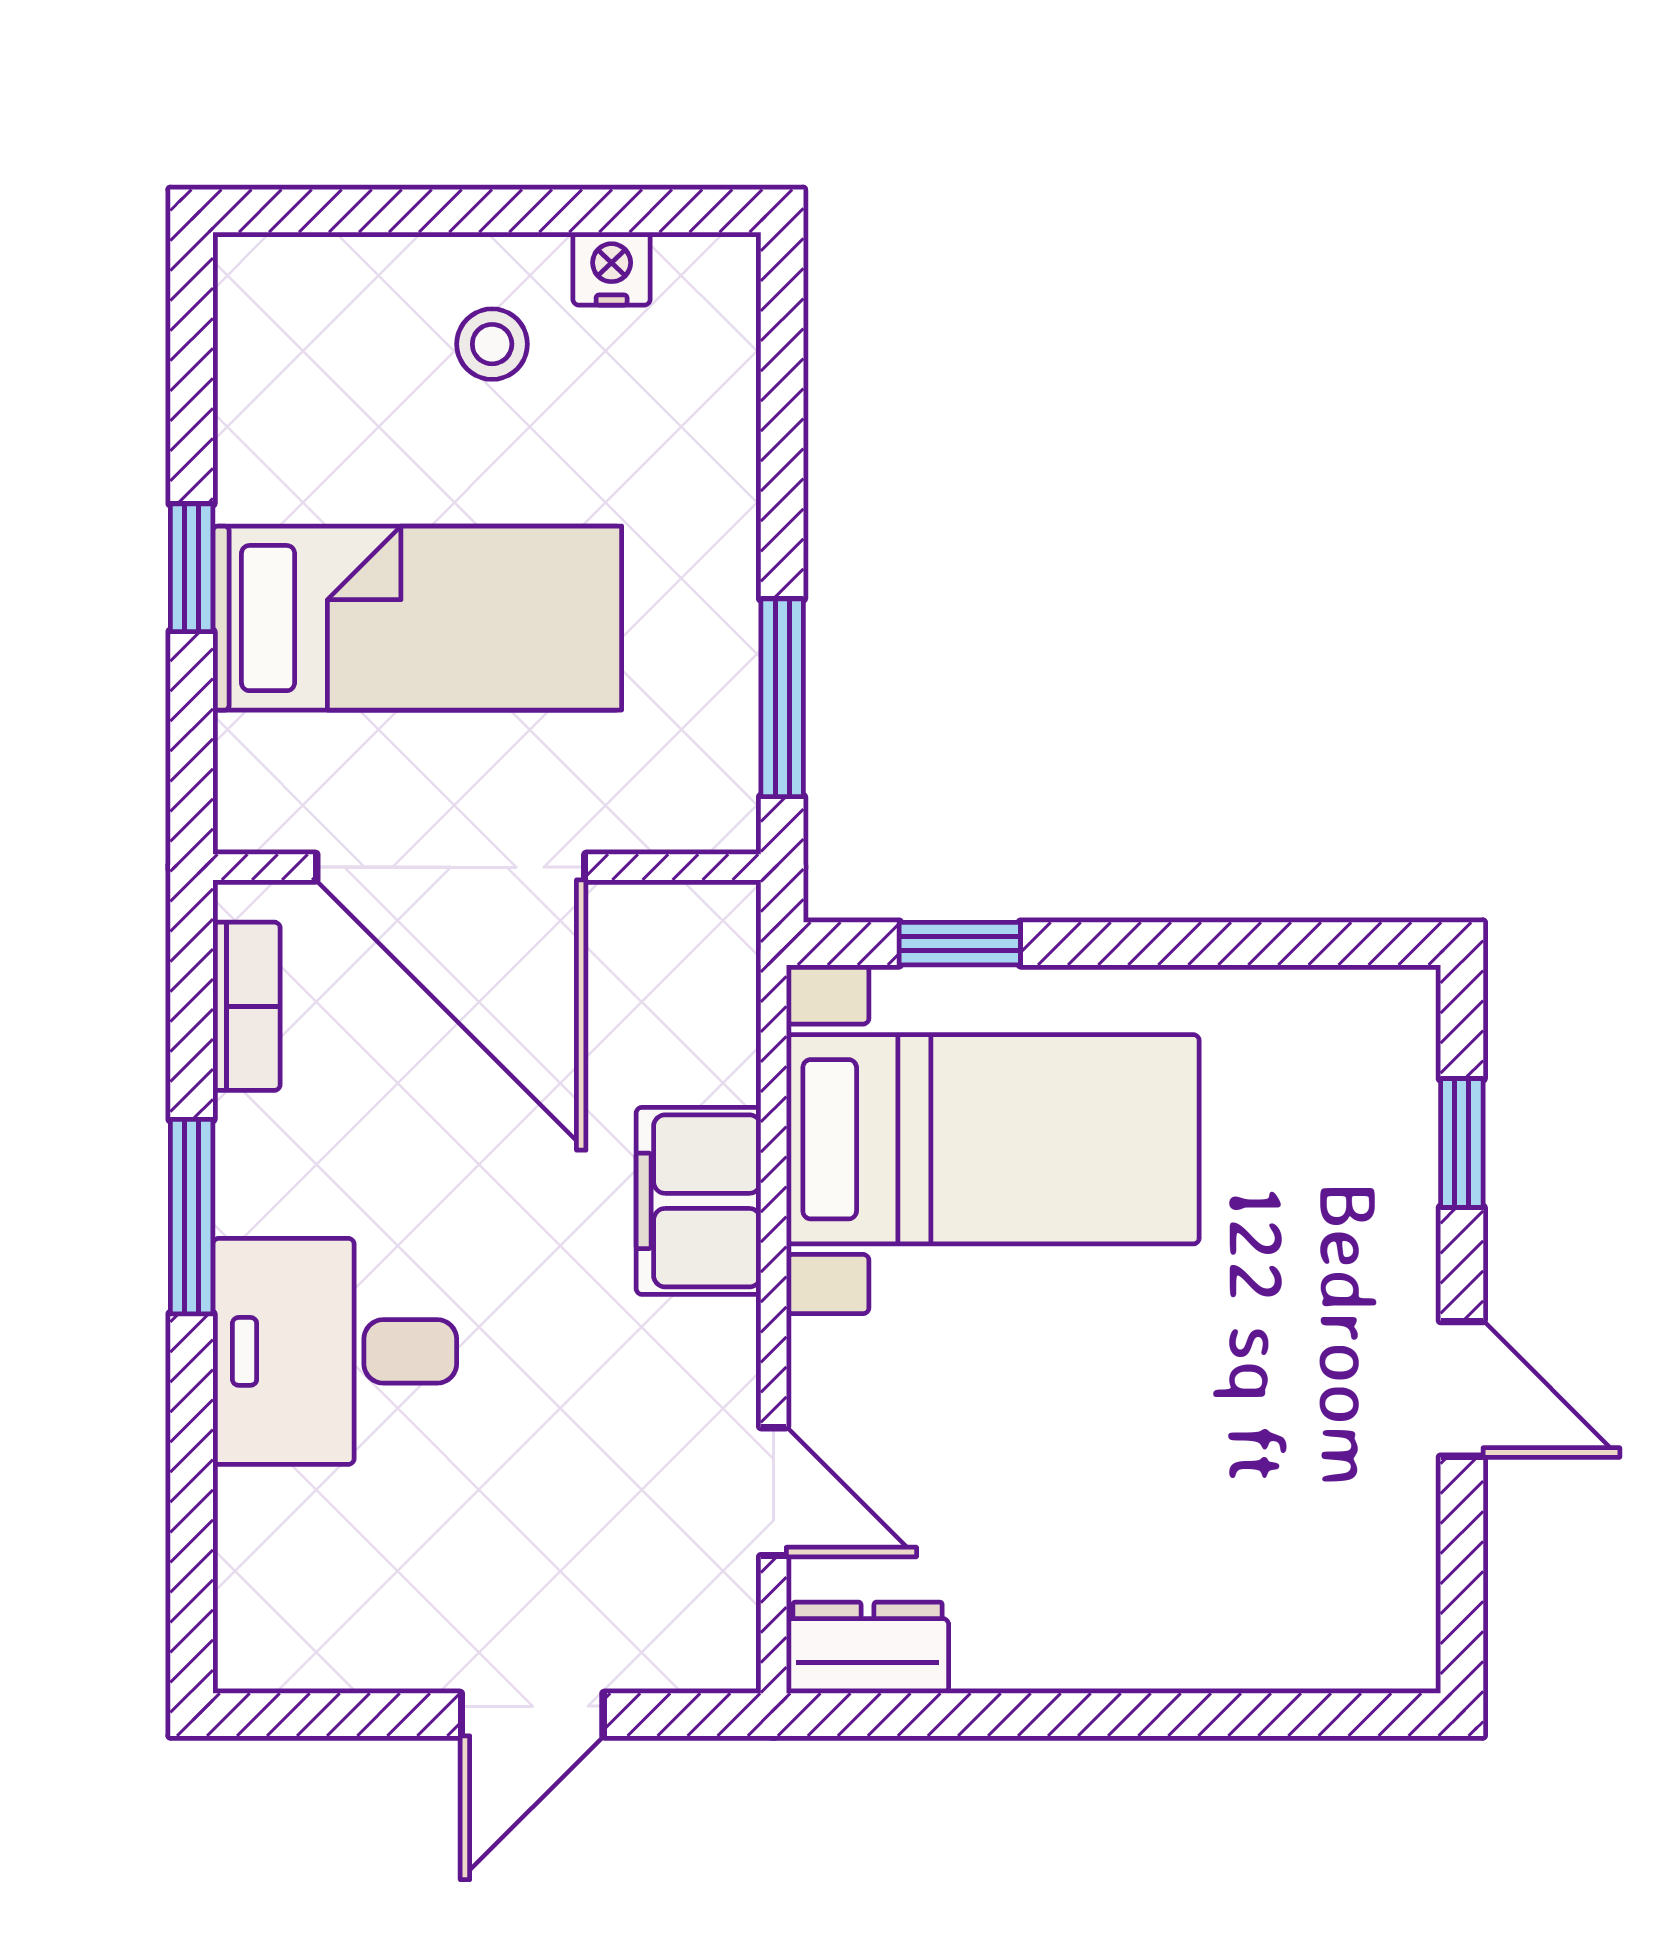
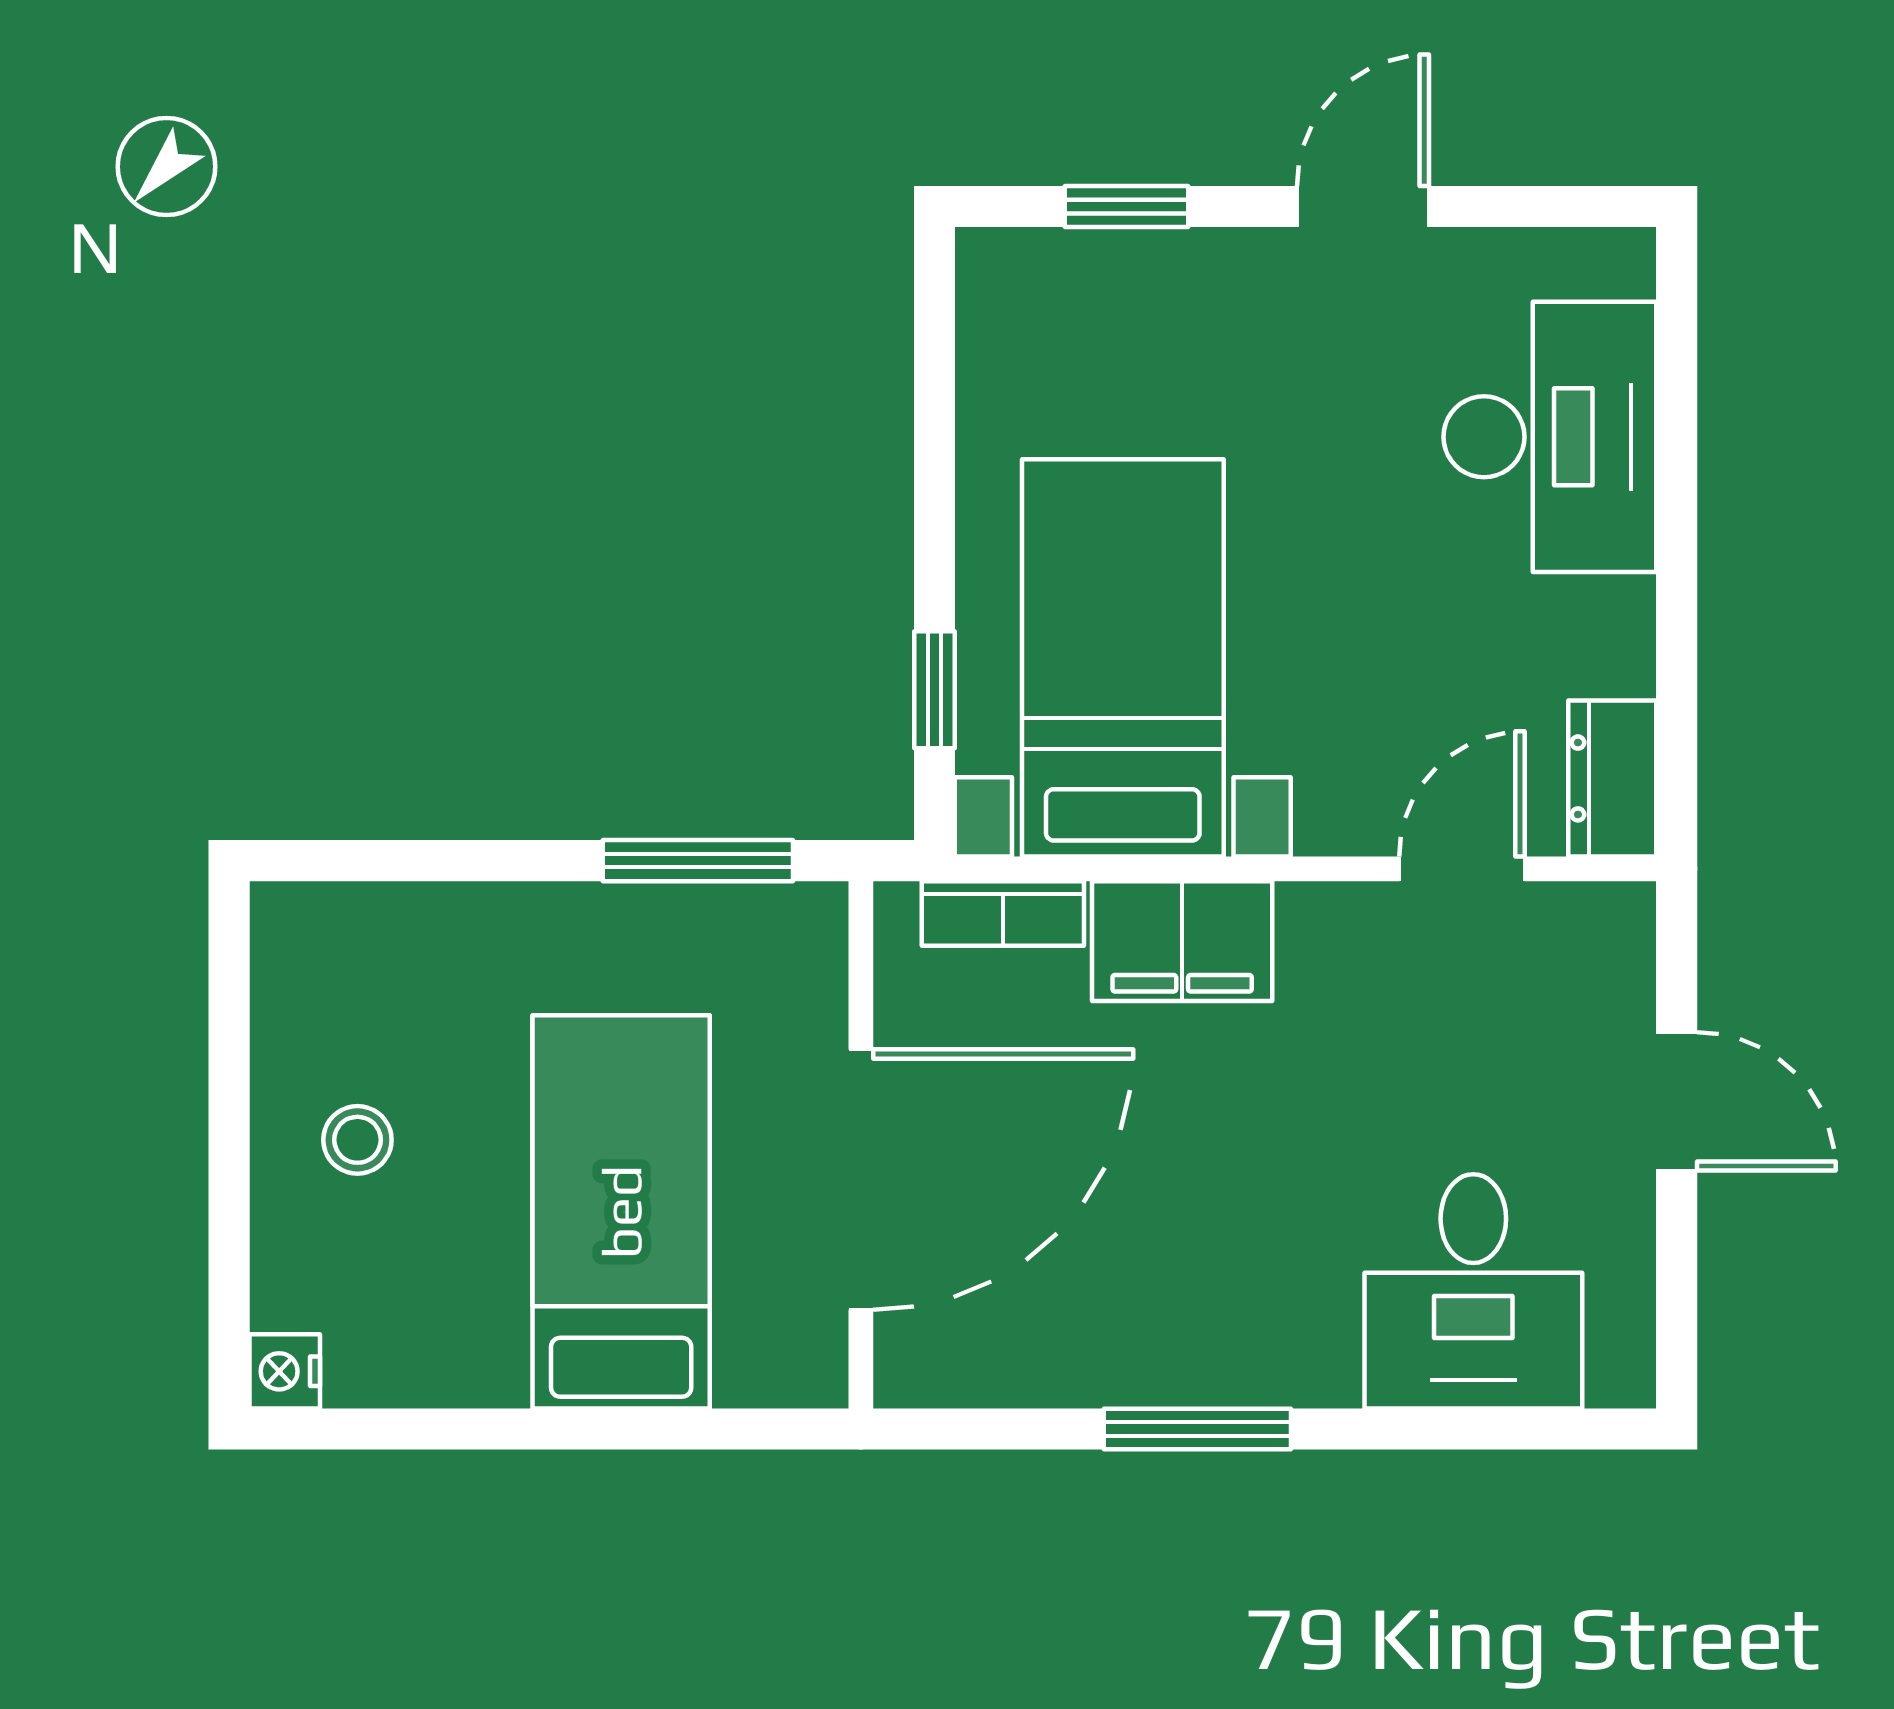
nightstand: (612, 269) -> (285, 1371), moved
window: (192, 568) -> (573, 1429), removed
bookcase: (247, 1006) -> (1003, 914), moved, turned 180
desk: (335, 1351) -> (1473, 1291), moved
desk: (1223, 1583) -> (1550, 437), added

